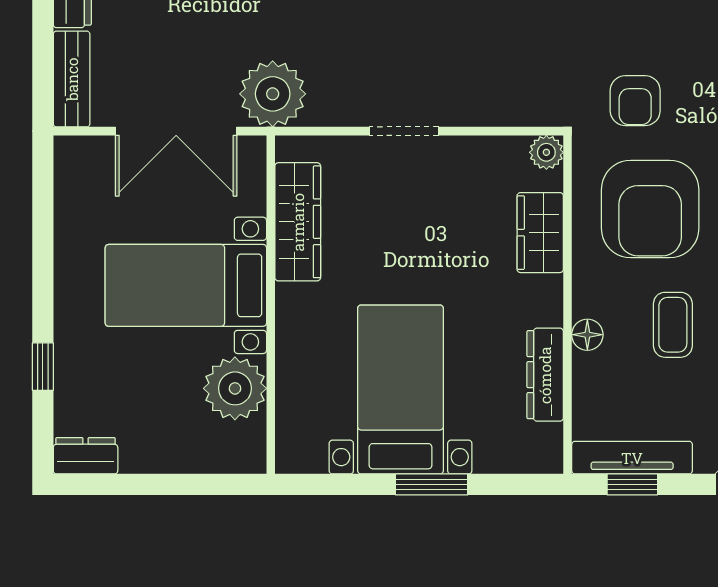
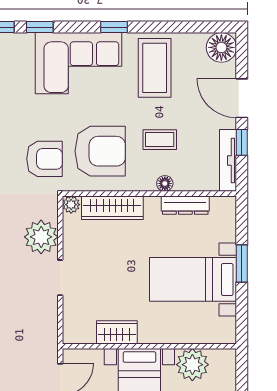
plant: (273, 94) -> (41, 237), moved
armchair: (635, 101) -> (45, 159), width x1.38, depth x1.38
wardrobe: (298, 222) -> (117, 332), width x0.67
wardrobe: (540, 233) -> (112, 208), width x1.50
window: (632, 484) -> (242, 142), moved

